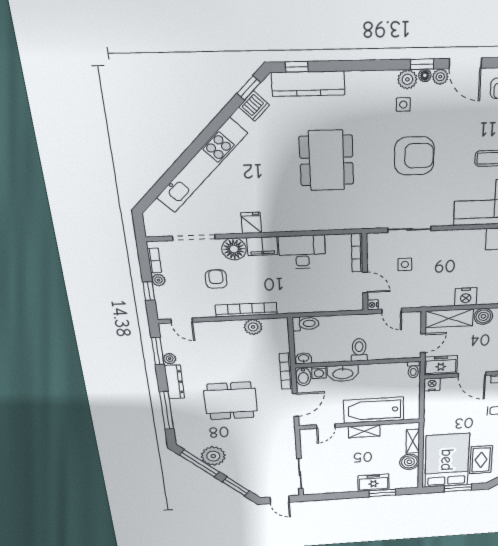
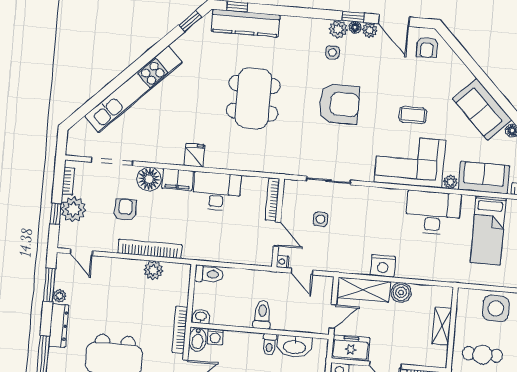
dishwasher: (254, 106) -> (192, 38), removed
fridge: (251, 223) -> (195, 155), moved
plant: (159, 280) -> (73, 209), width x1.87, depth x1.87
toilet: (413, 370) -> (269, 345), moved
washbasin: (343, 373) -> (294, 347), moved

